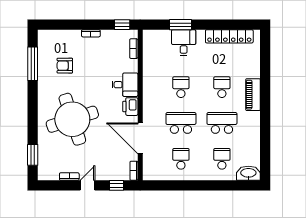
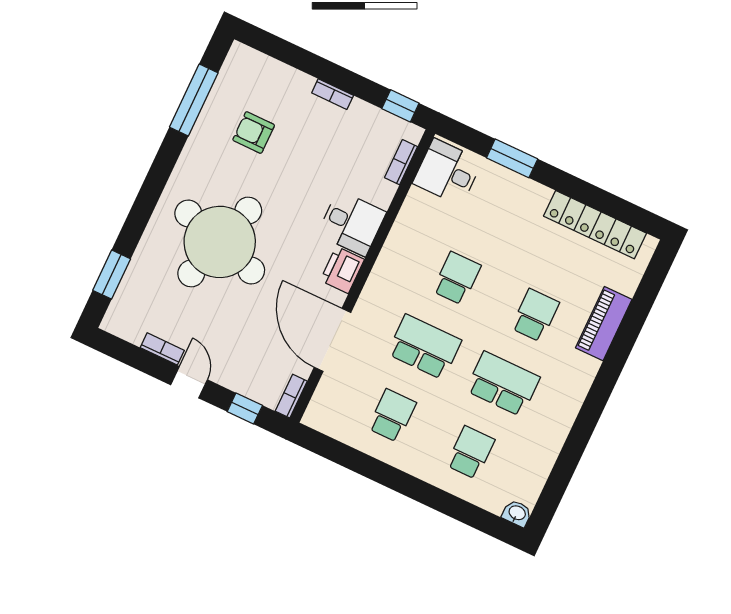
desk: (184, 43) -> (448, 172), moved, turned -90
piano: (253, 95) -> (604, 324), moved
round table: (72, 119) -> (220, 242), turned 35
washbasin: (248, 173) -> (517, 513), width x0.52, depth x0.69
door: (87, 185) -> (189, 382), hinge flipped

